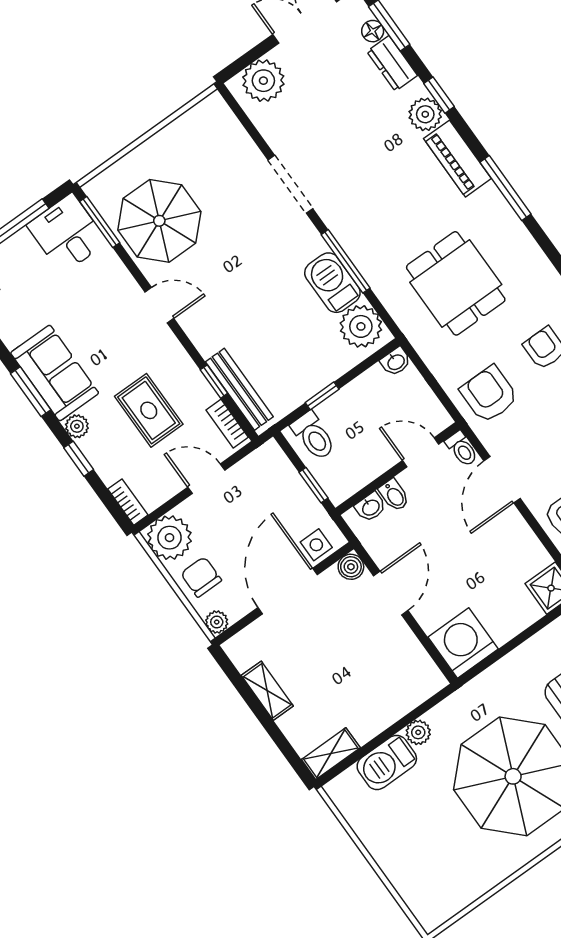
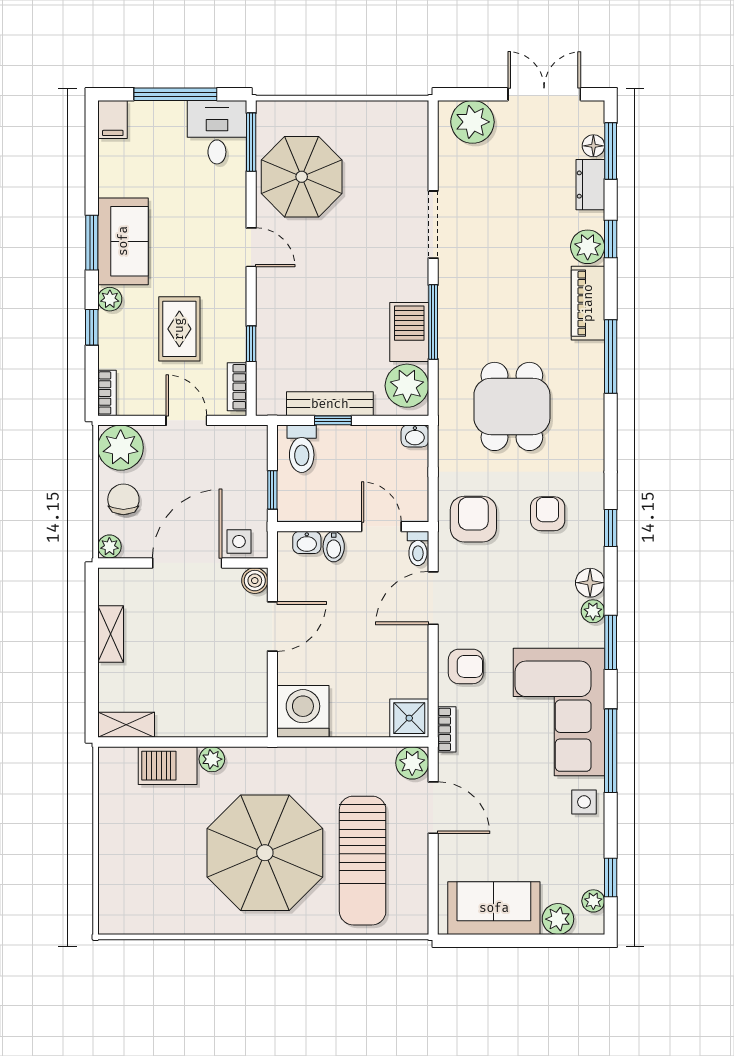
bench: (239, 389) -> (330, 404), moved, turned 90

